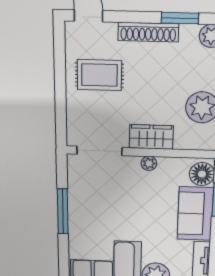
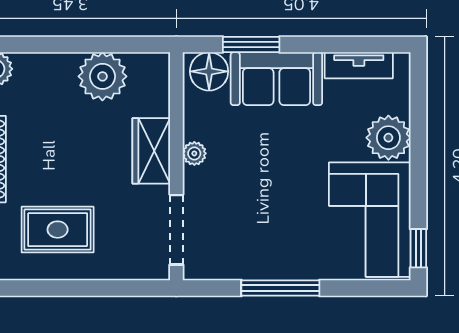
rug: (99, 75) -> (58, 230), turned 90

